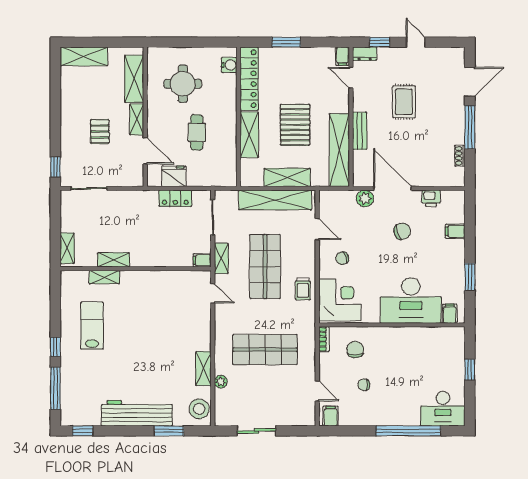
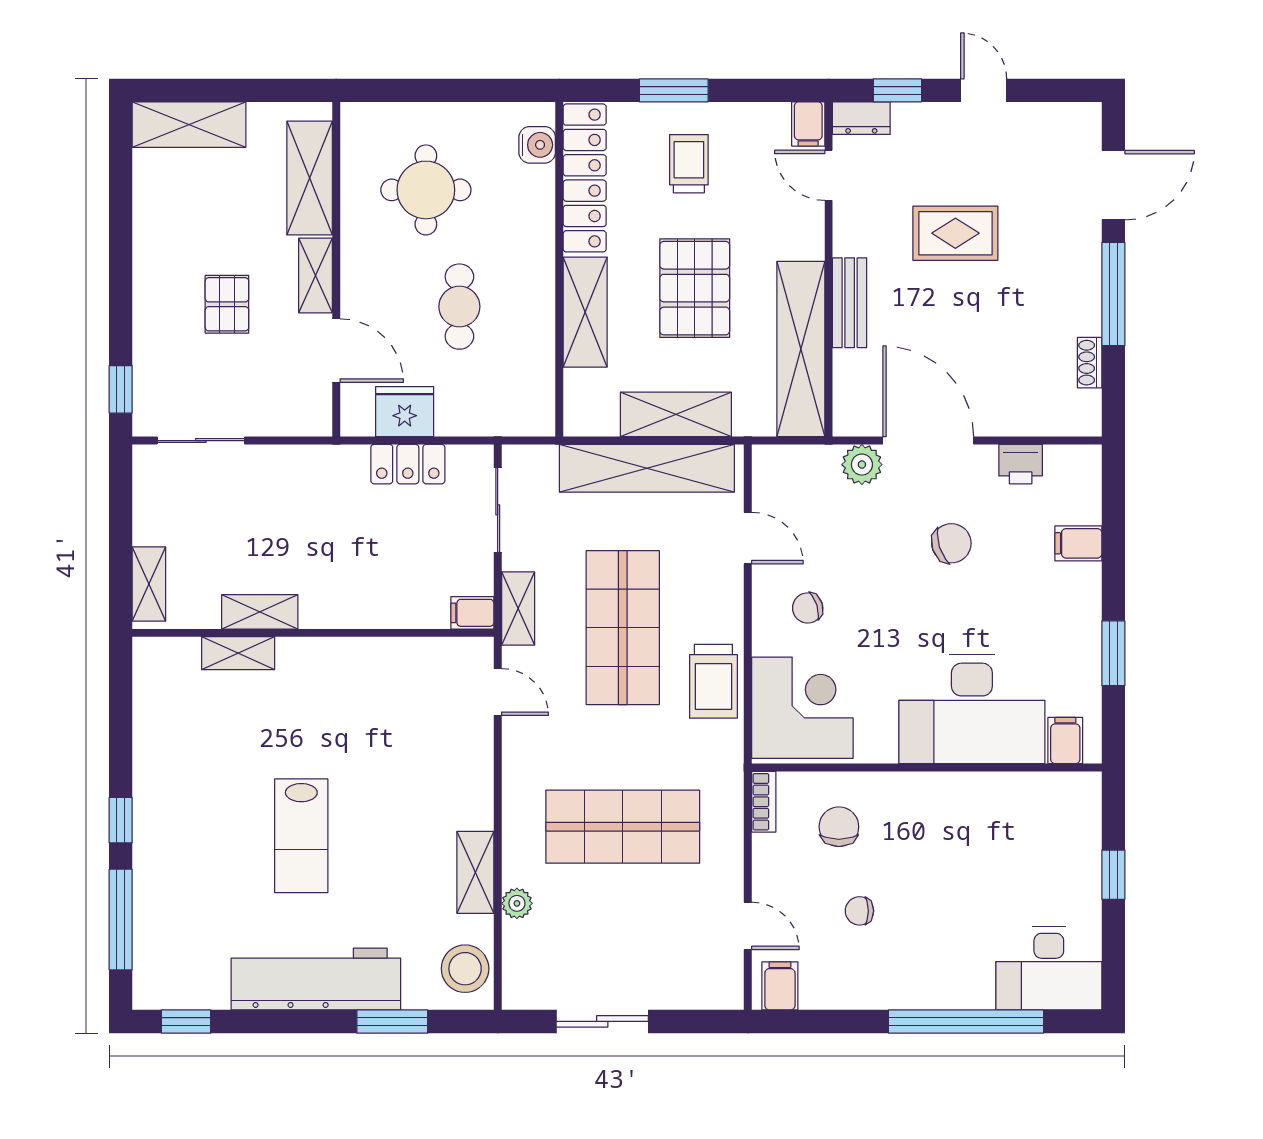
trolley: (293, 73) -> (689, 164), added
rug: (404, 102) -> (955, 233), turned 90
trolley: (303, 289) -> (713, 681), width x1.36, depth x1.39
lab bench: (92, 326) -> (301, 836), moved, turned 180

